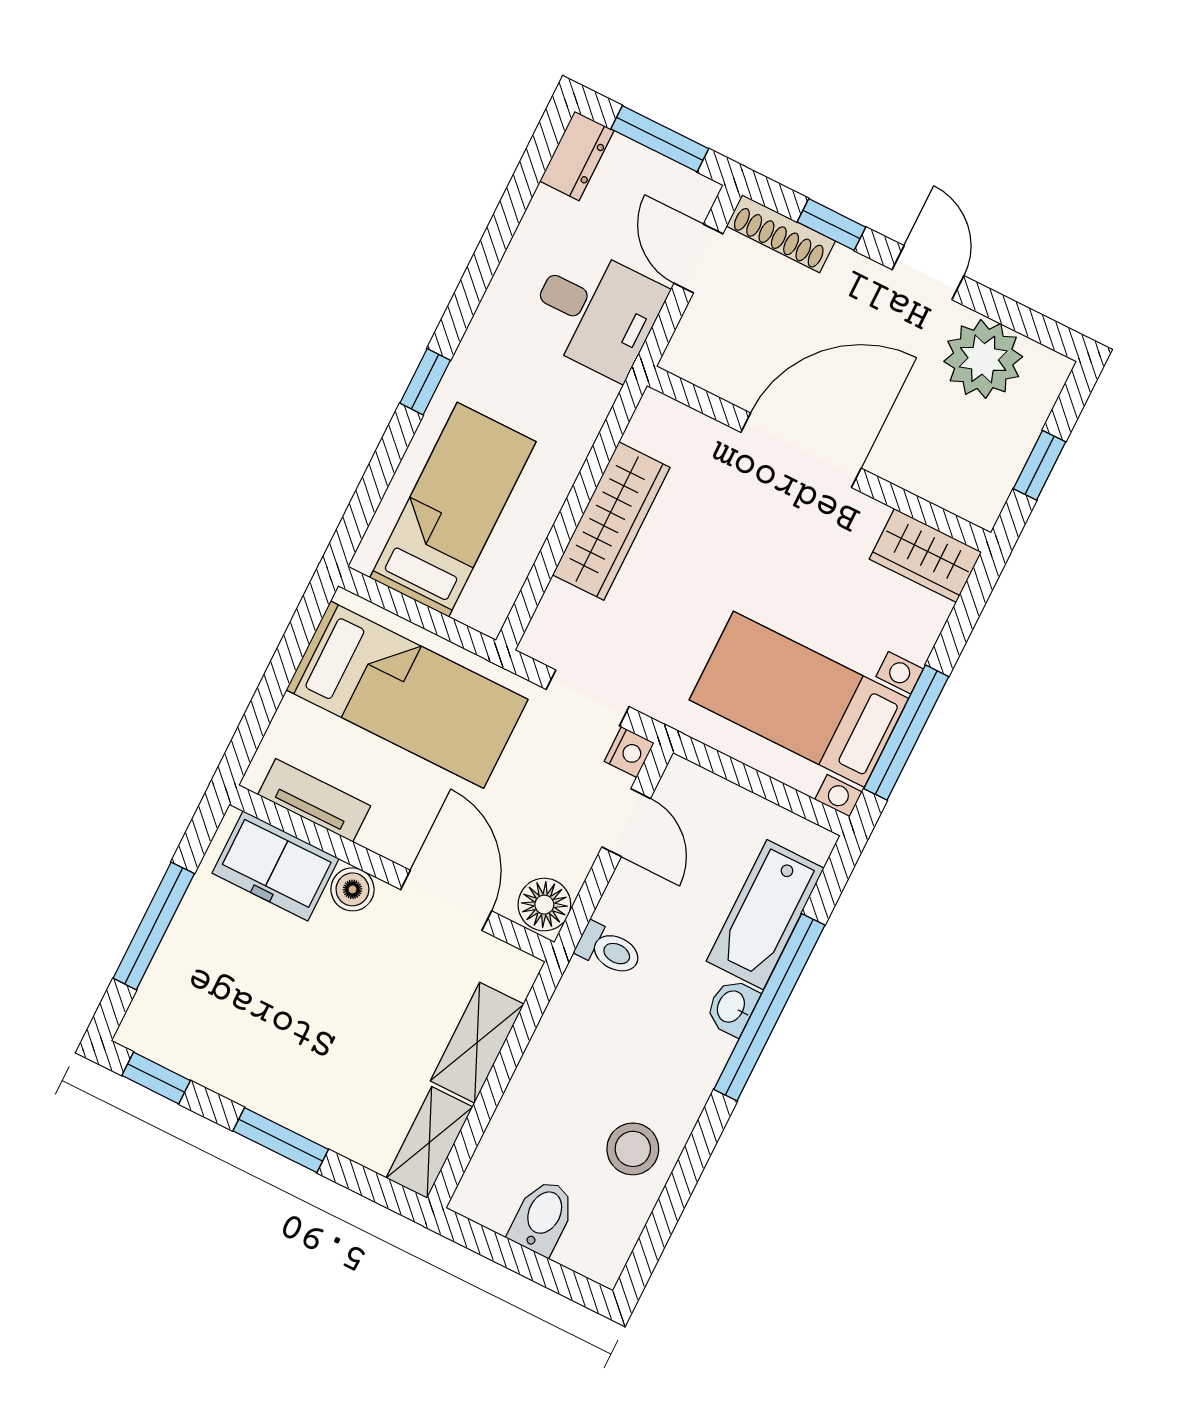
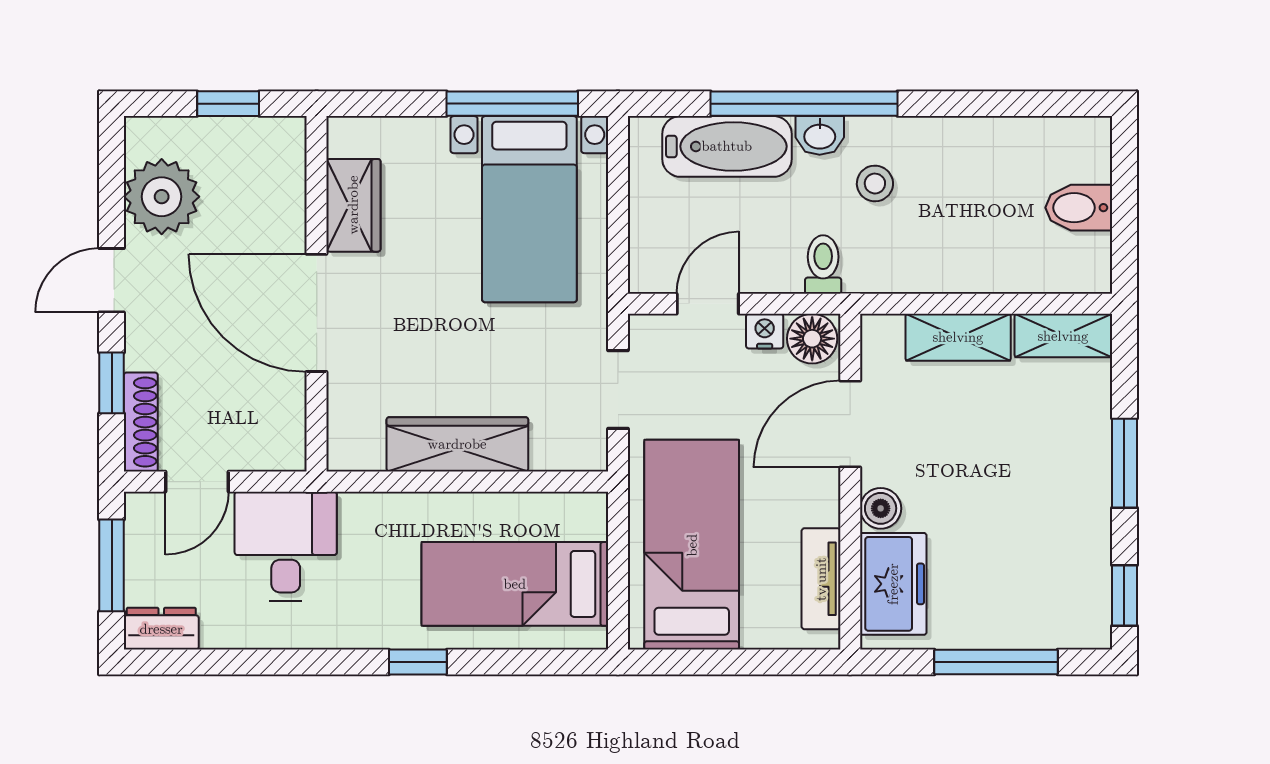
wardrobe: (925, 556) -> (353, 205), moved
nightstand: (629, 752) -> (765, 331), moved
stool: (633, 1149) -> (875, 184), moved, width x0.73, depth x0.73

